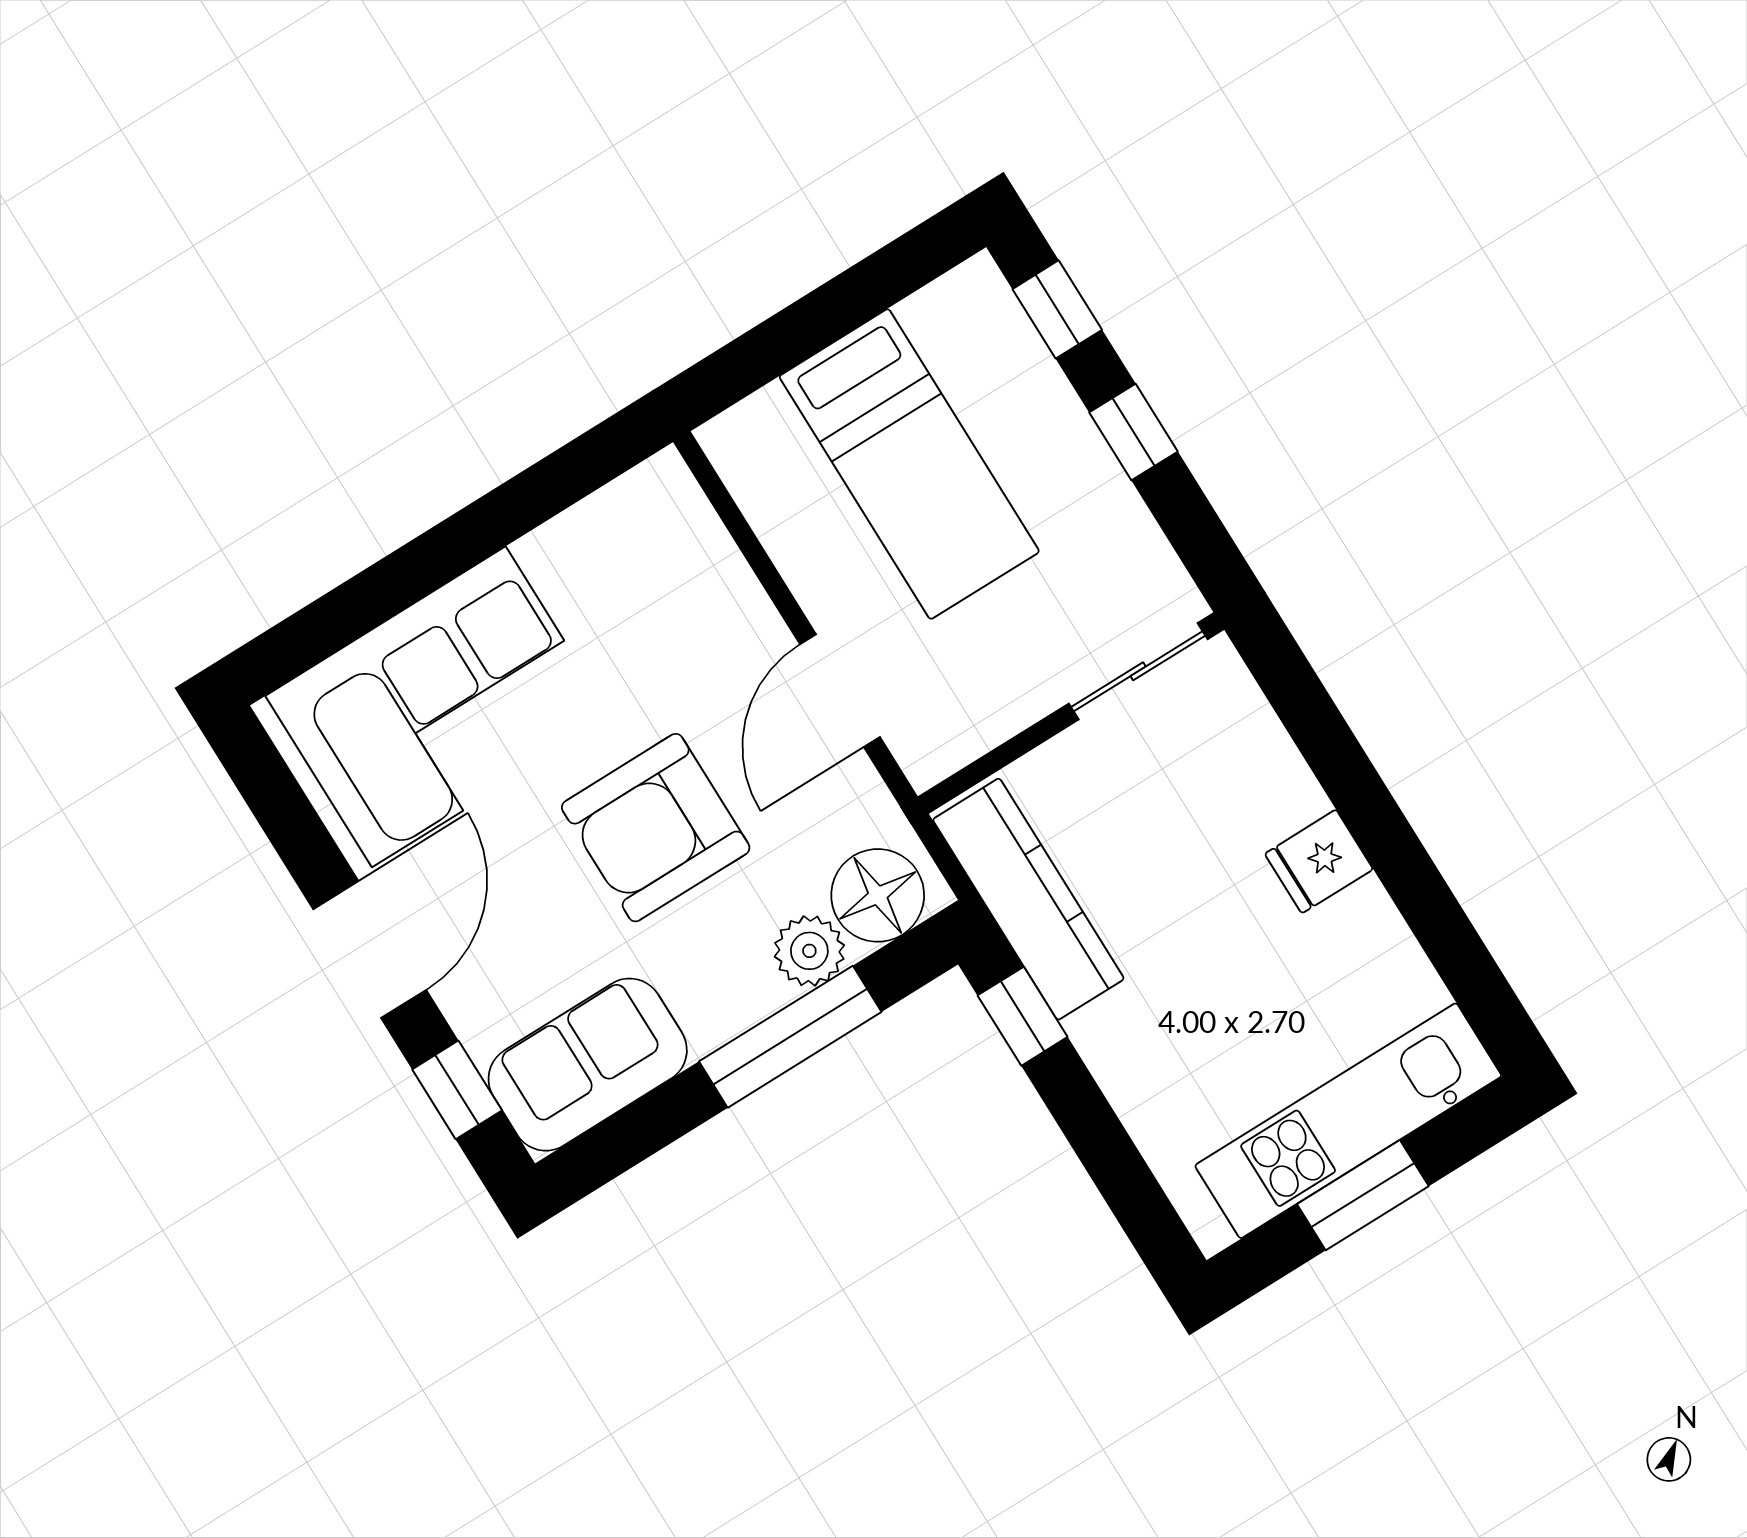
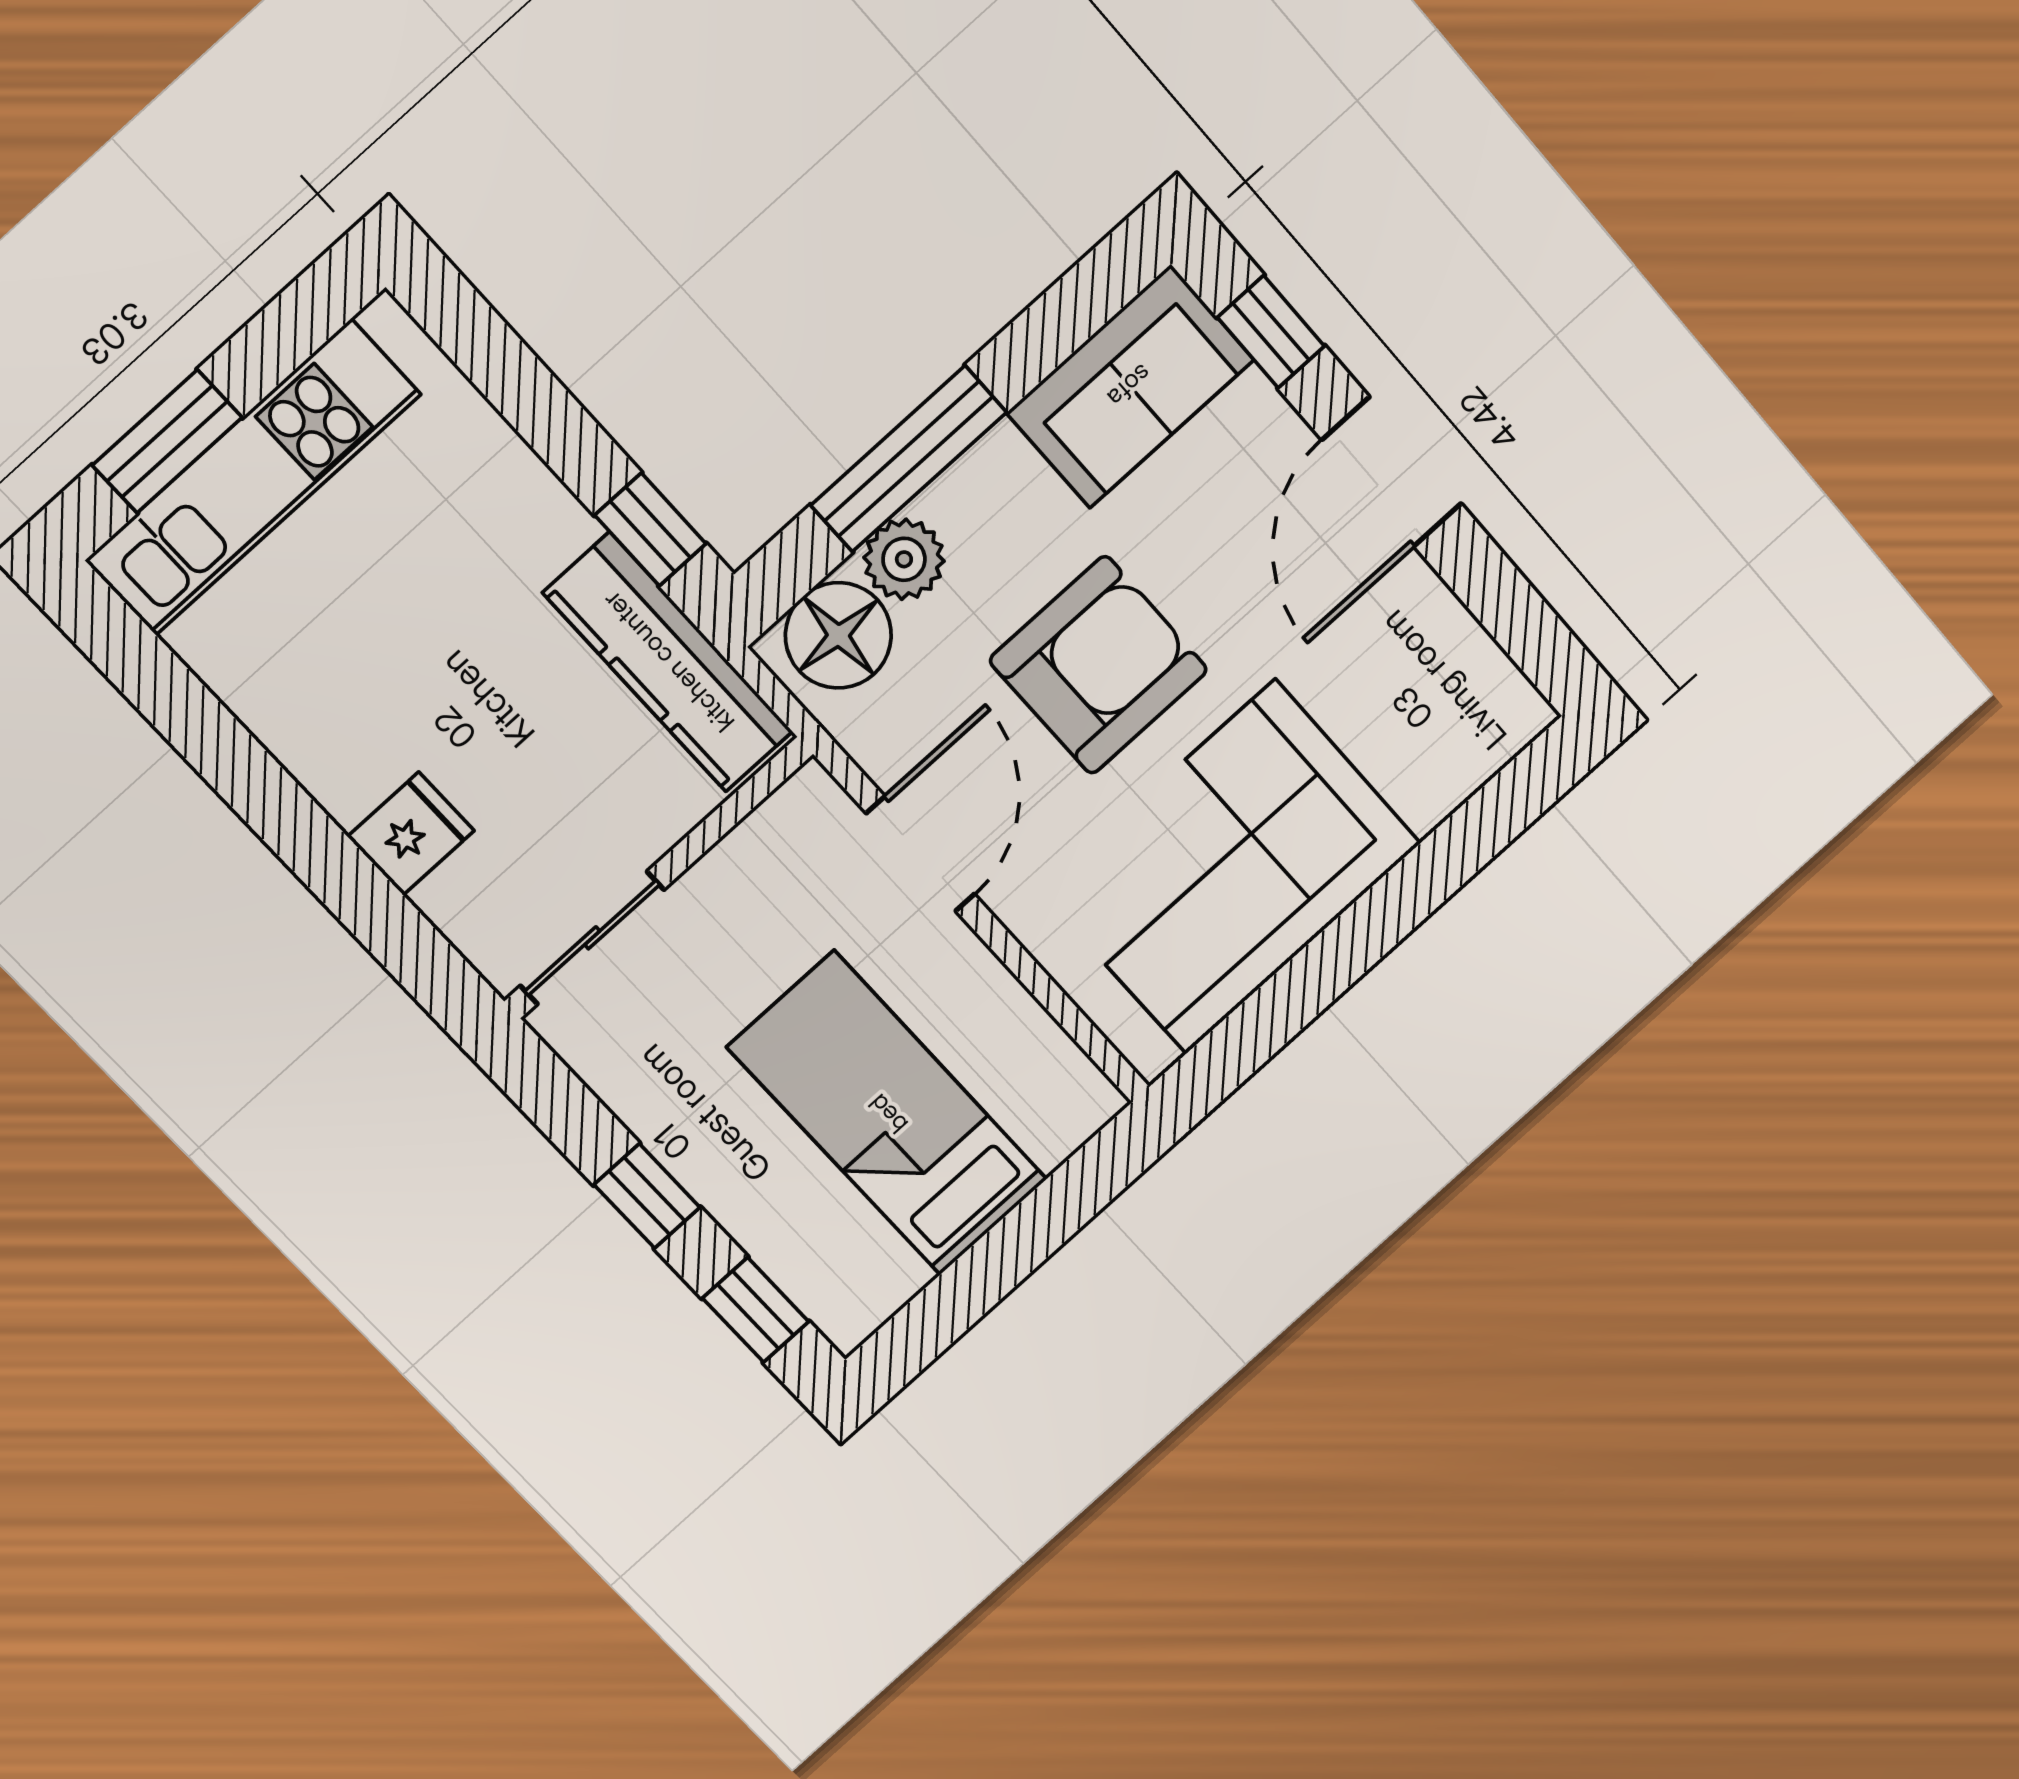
corner sofa: (439, 707) -> (1231, 867), moved
fridge: (1319, 861) -> (411, 834), moved
window: (1363, 1195) -> (167, 441), moved

